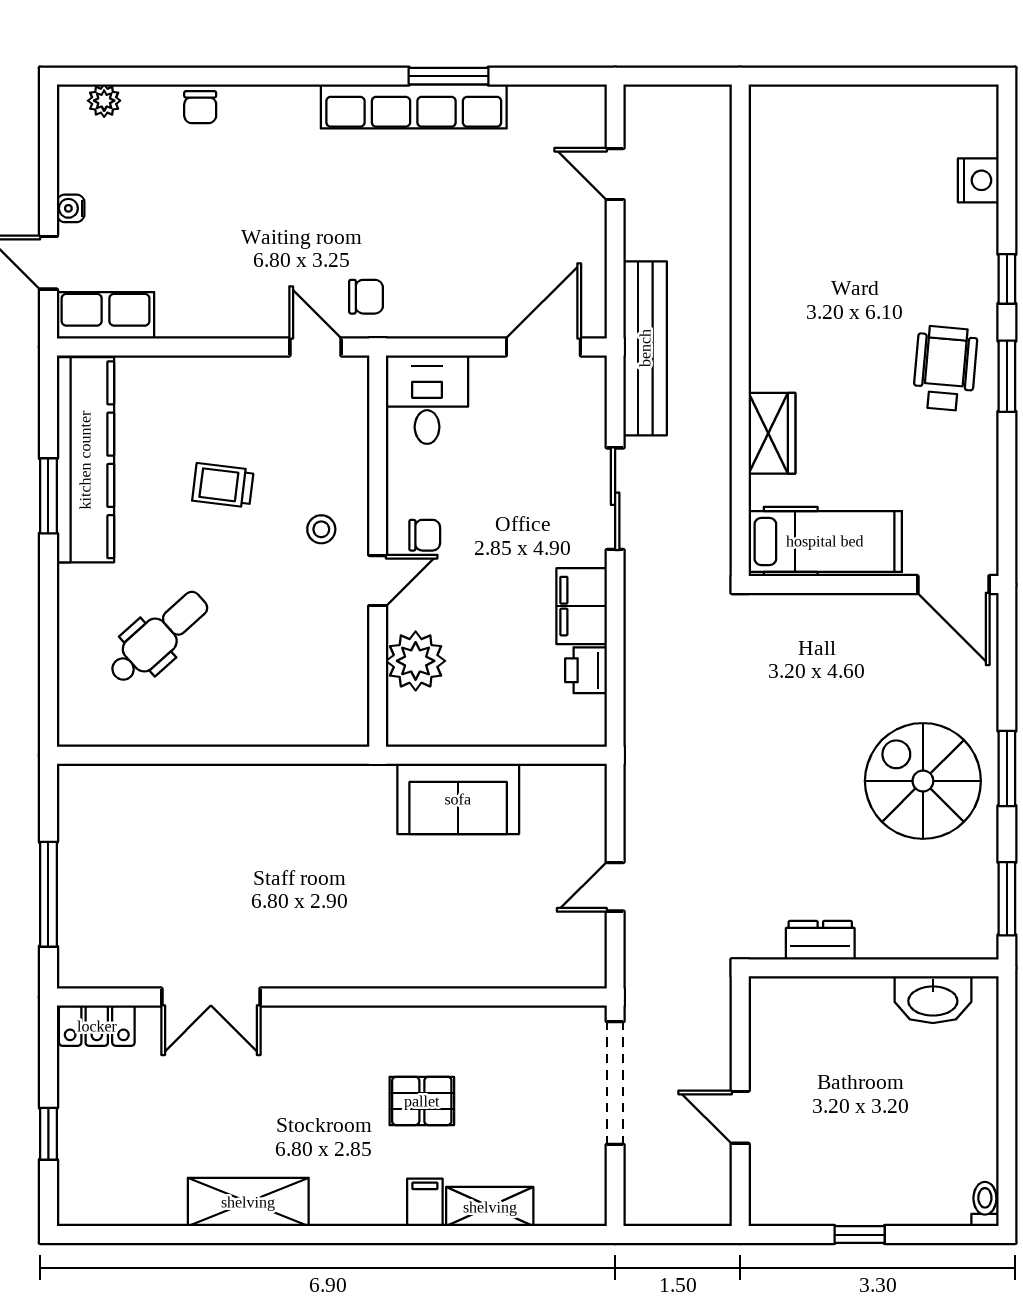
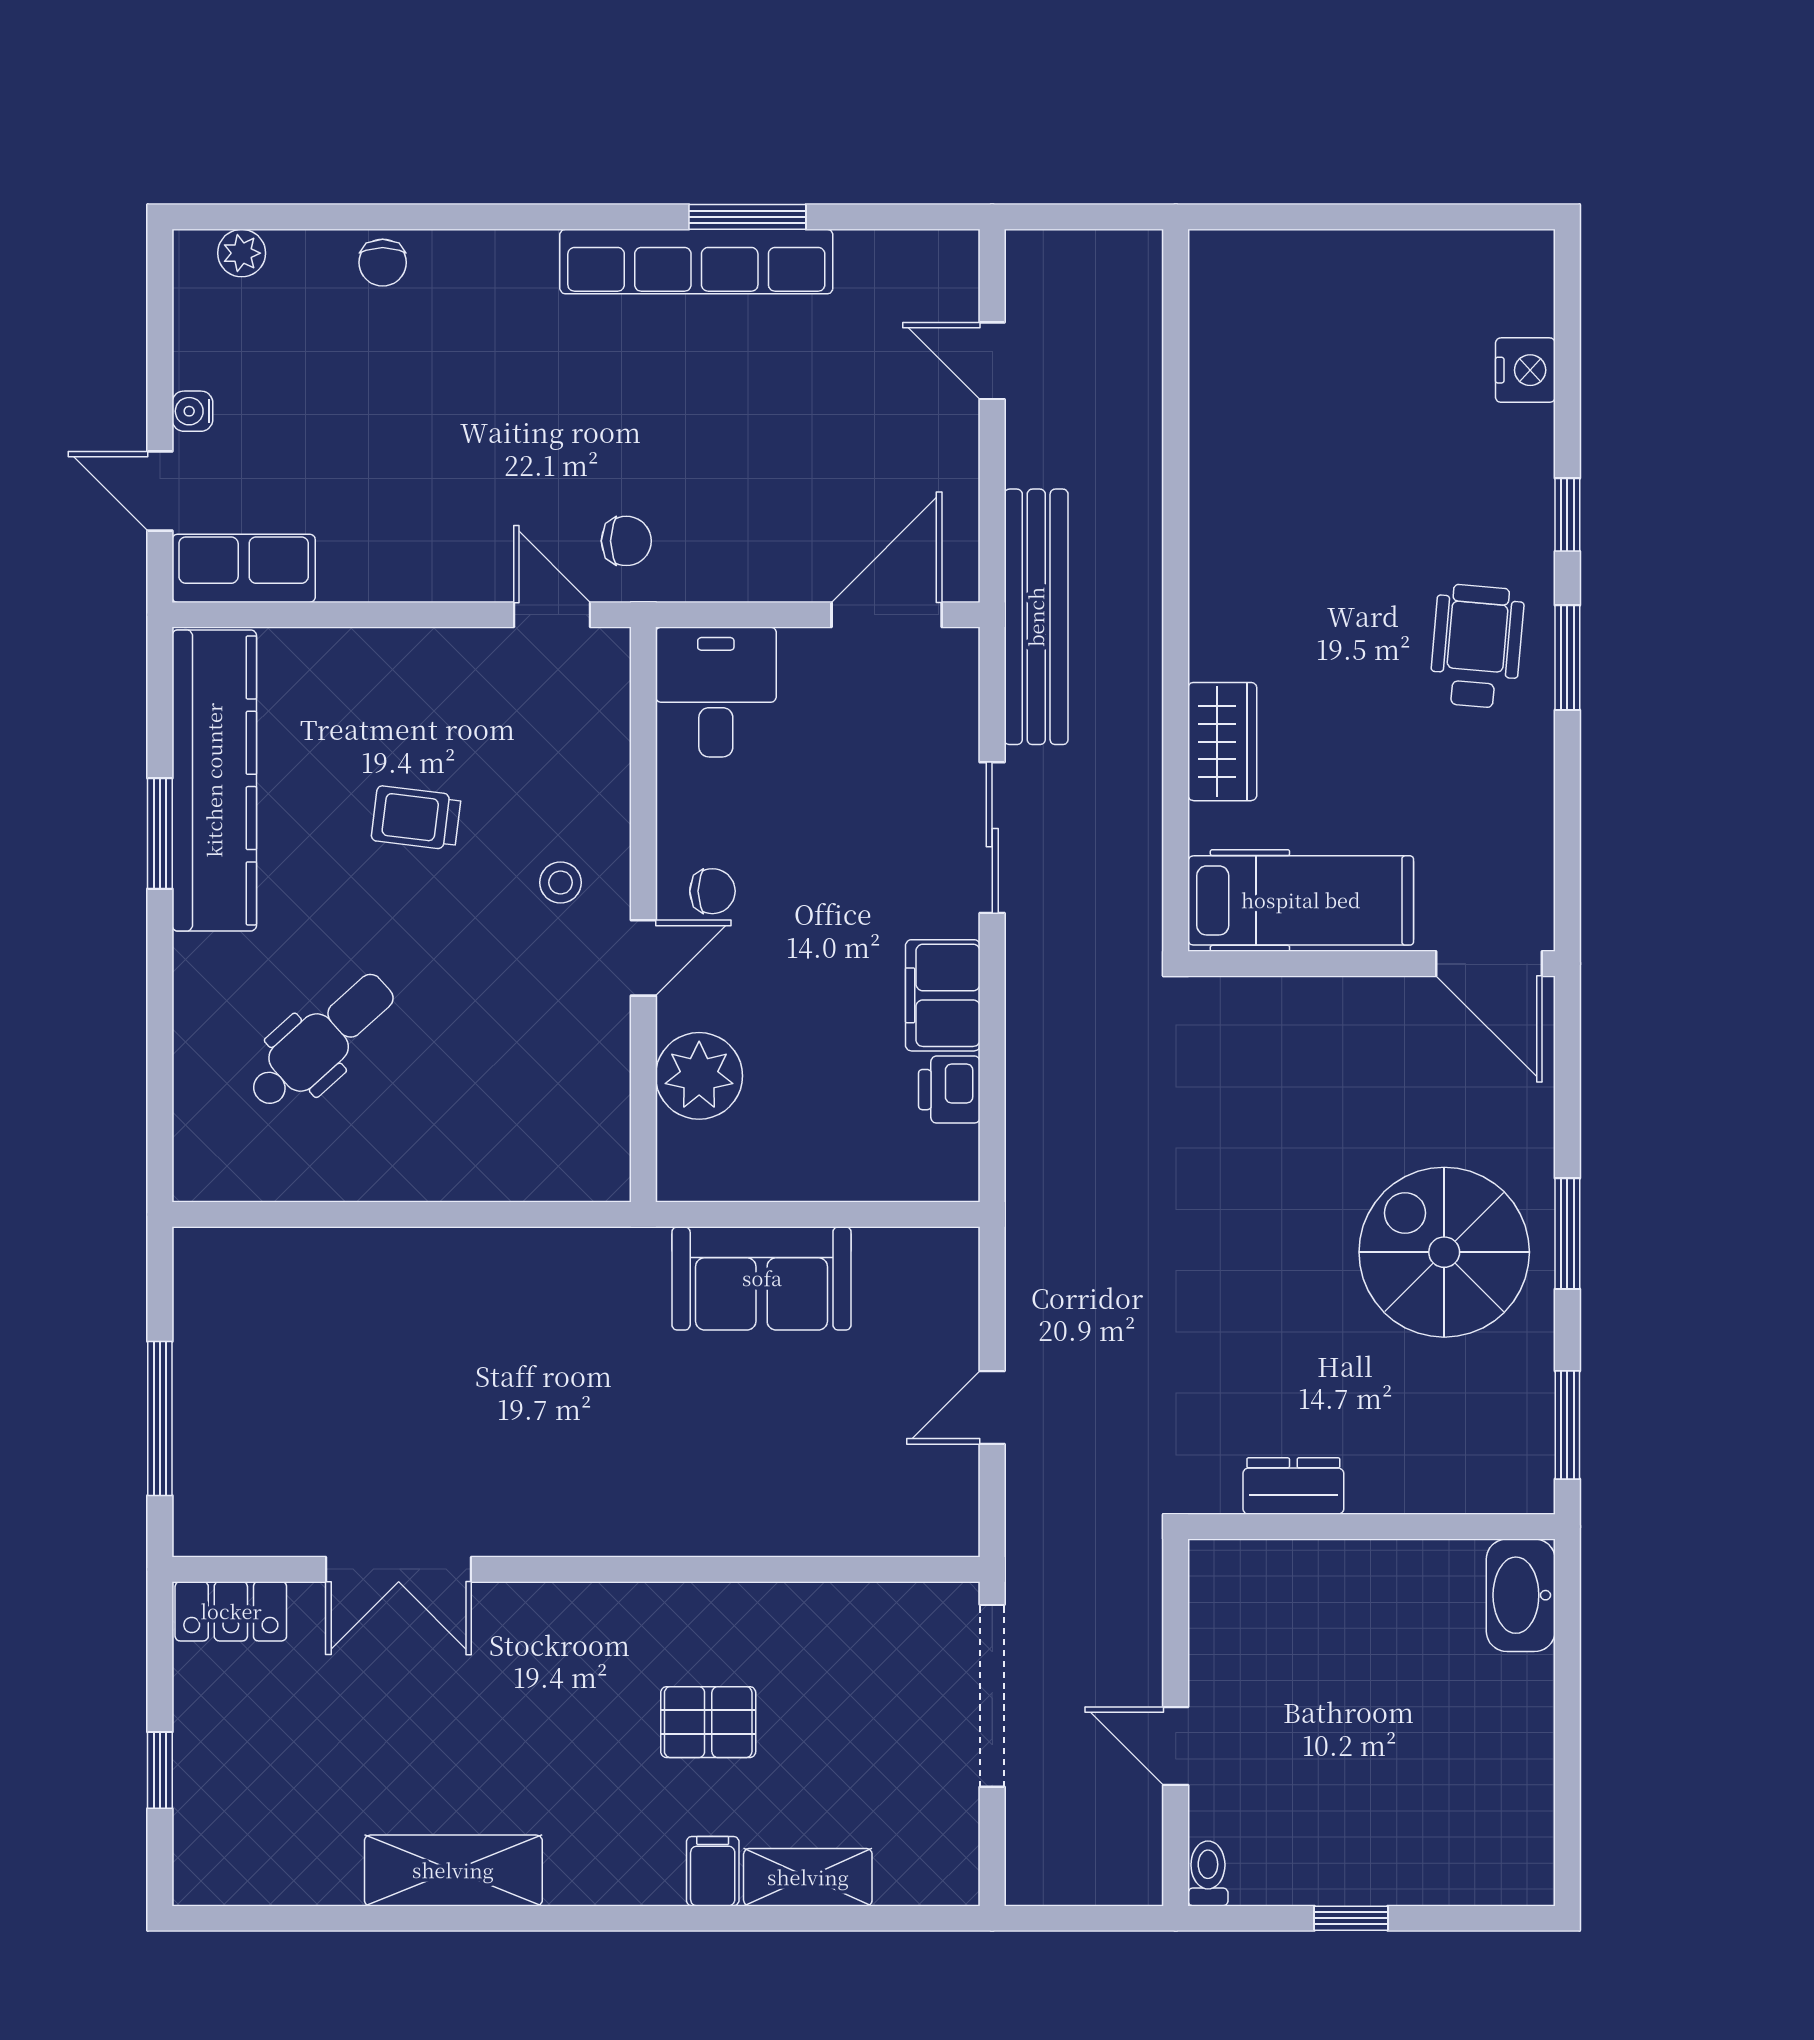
washbasin: (933, 1000) -> (1521, 1595), moved, turned 90
toilet: (985, 1204) -> (1208, 1873), moved

